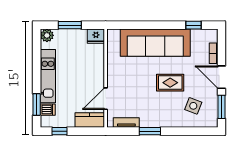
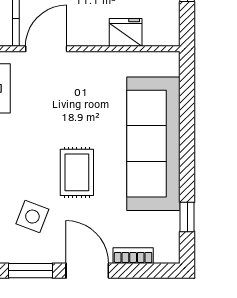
fridge: (96, 36) -> (126, 32), moved, turned 90
door: (222, 77) -> (87, 271), hinge flipped
door: (106, 99) -> (46, 49), hinge flipped

